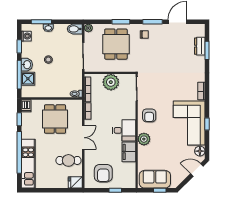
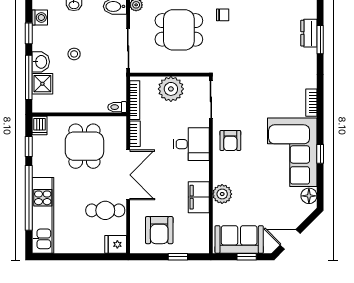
dining table: (116, 44) -> (179, 30), turned 90
desk: (124, 130) -> (191, 144), moved
double door: (83, 138) -> (128, 175), width x1.37
plant: (144, 139) -> (222, 194), moved
door: (197, 170) -> (290, 239), moved

